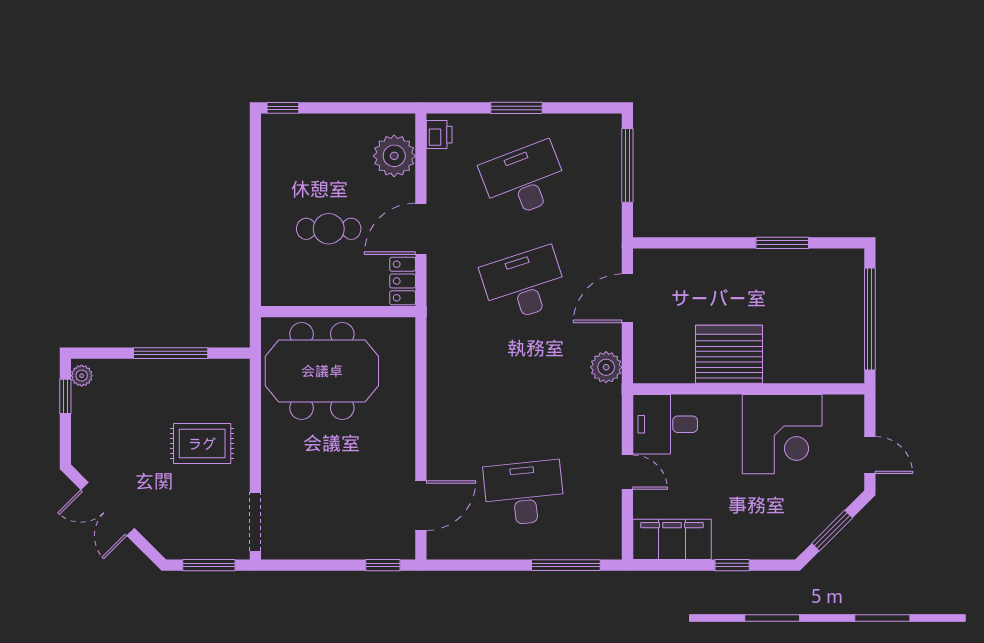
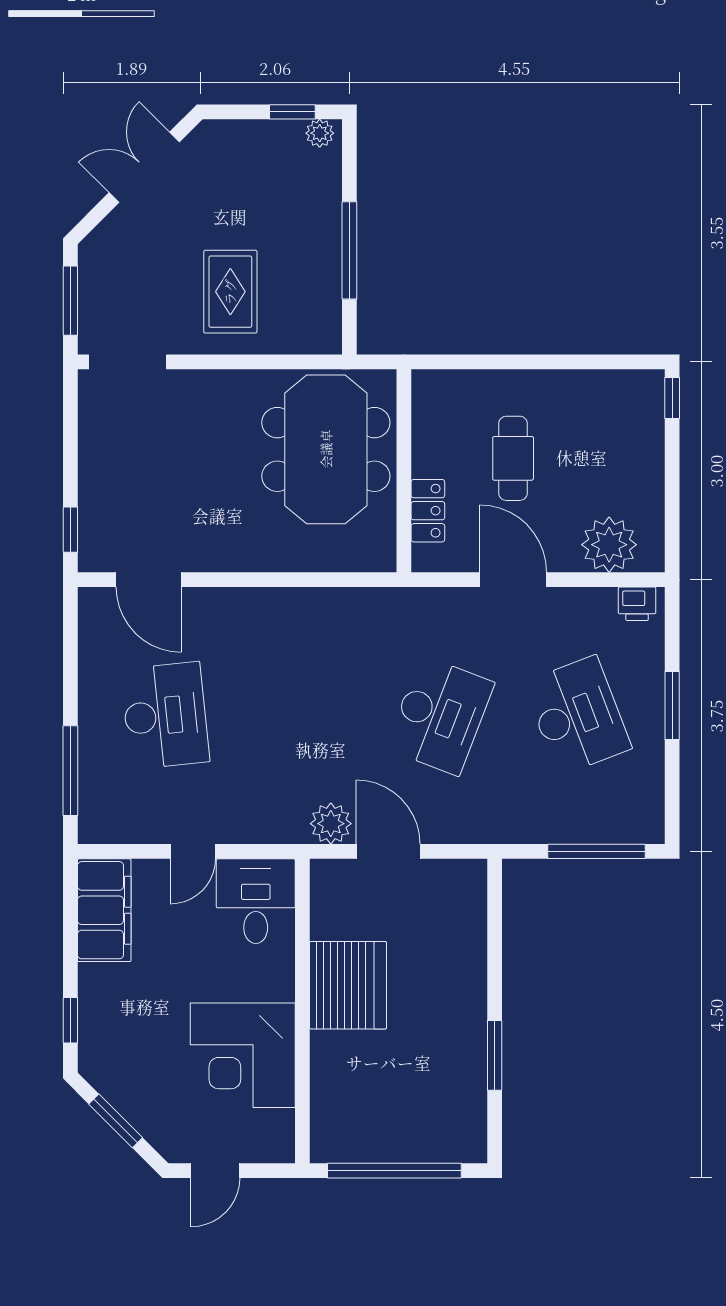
locker: (403, 281) -> (428, 511), moved, turned 90
desk: (524, 284) -> (440, 716), turned 39
door: (627, 298) -> (388, 851), moved
window: (732, 565) -> (70, 1020), moved

